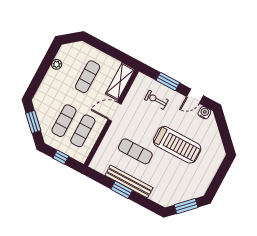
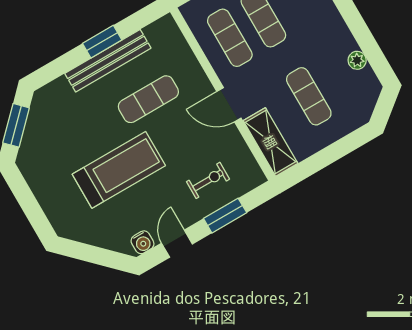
door: (115, 112) -> (229, 105), swing flipped
treadmill: (177, 145) -> (119, 170), turned 180

